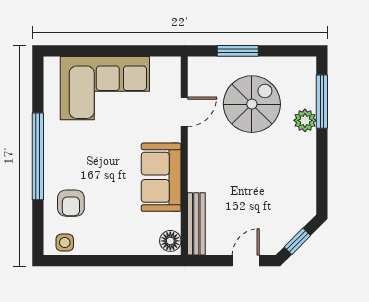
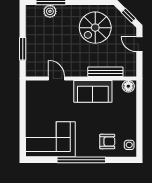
corner sofa: (105, 88) -> (50, 139), moved, turned -90
spiral stairs: (252, 104) -> (95, 28), moved, turned -90
plant: (305, 120) -> (50, 11), moved
bench: (196, 224) -> (105, 72), moved

